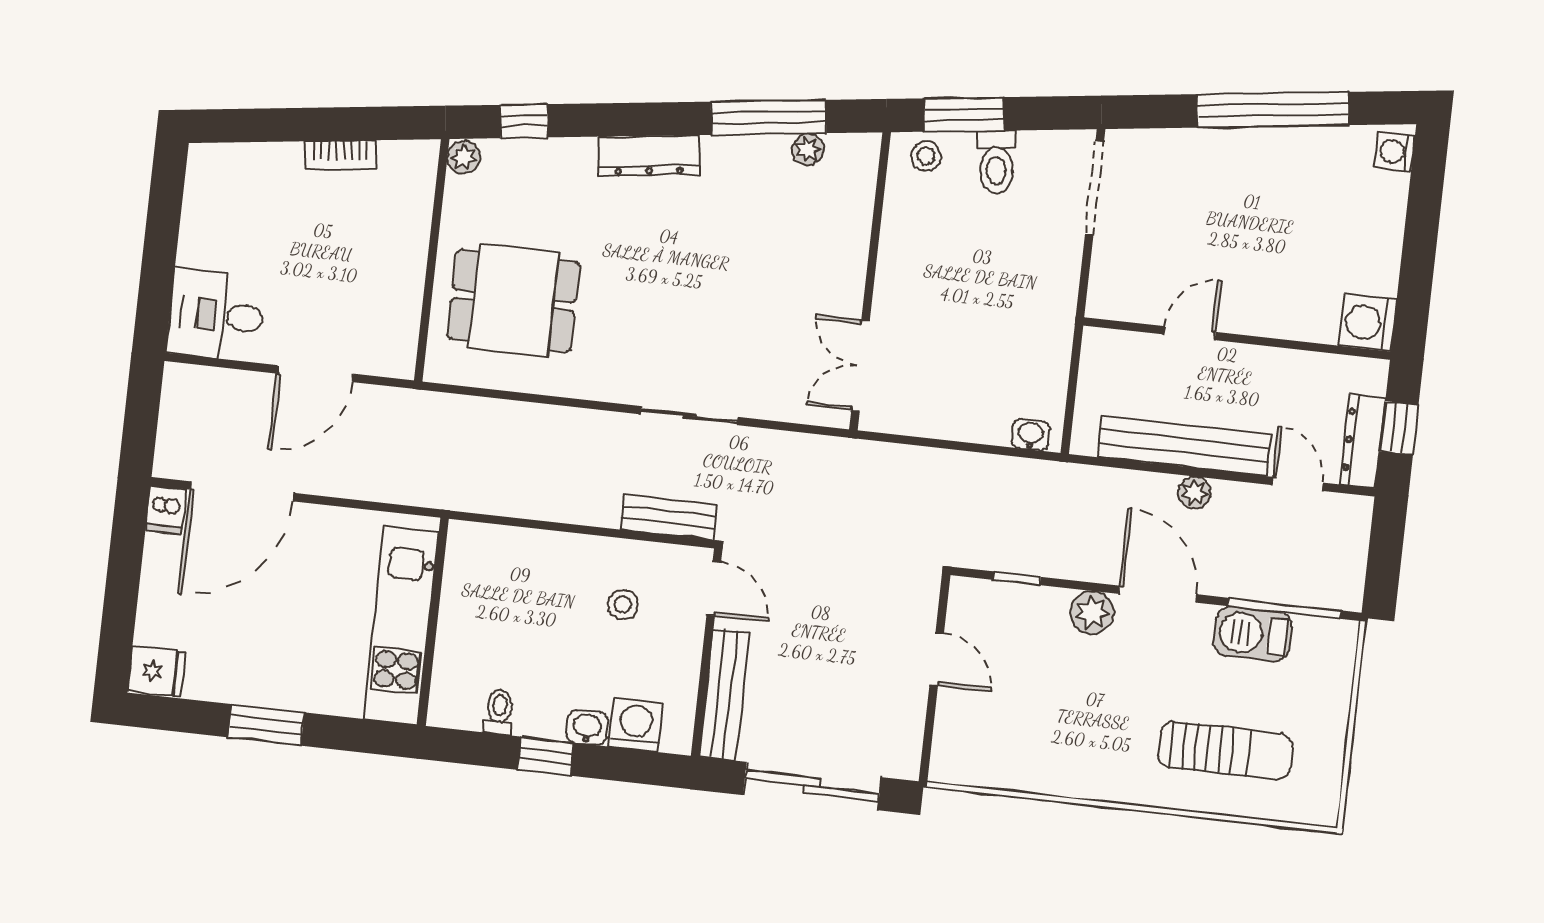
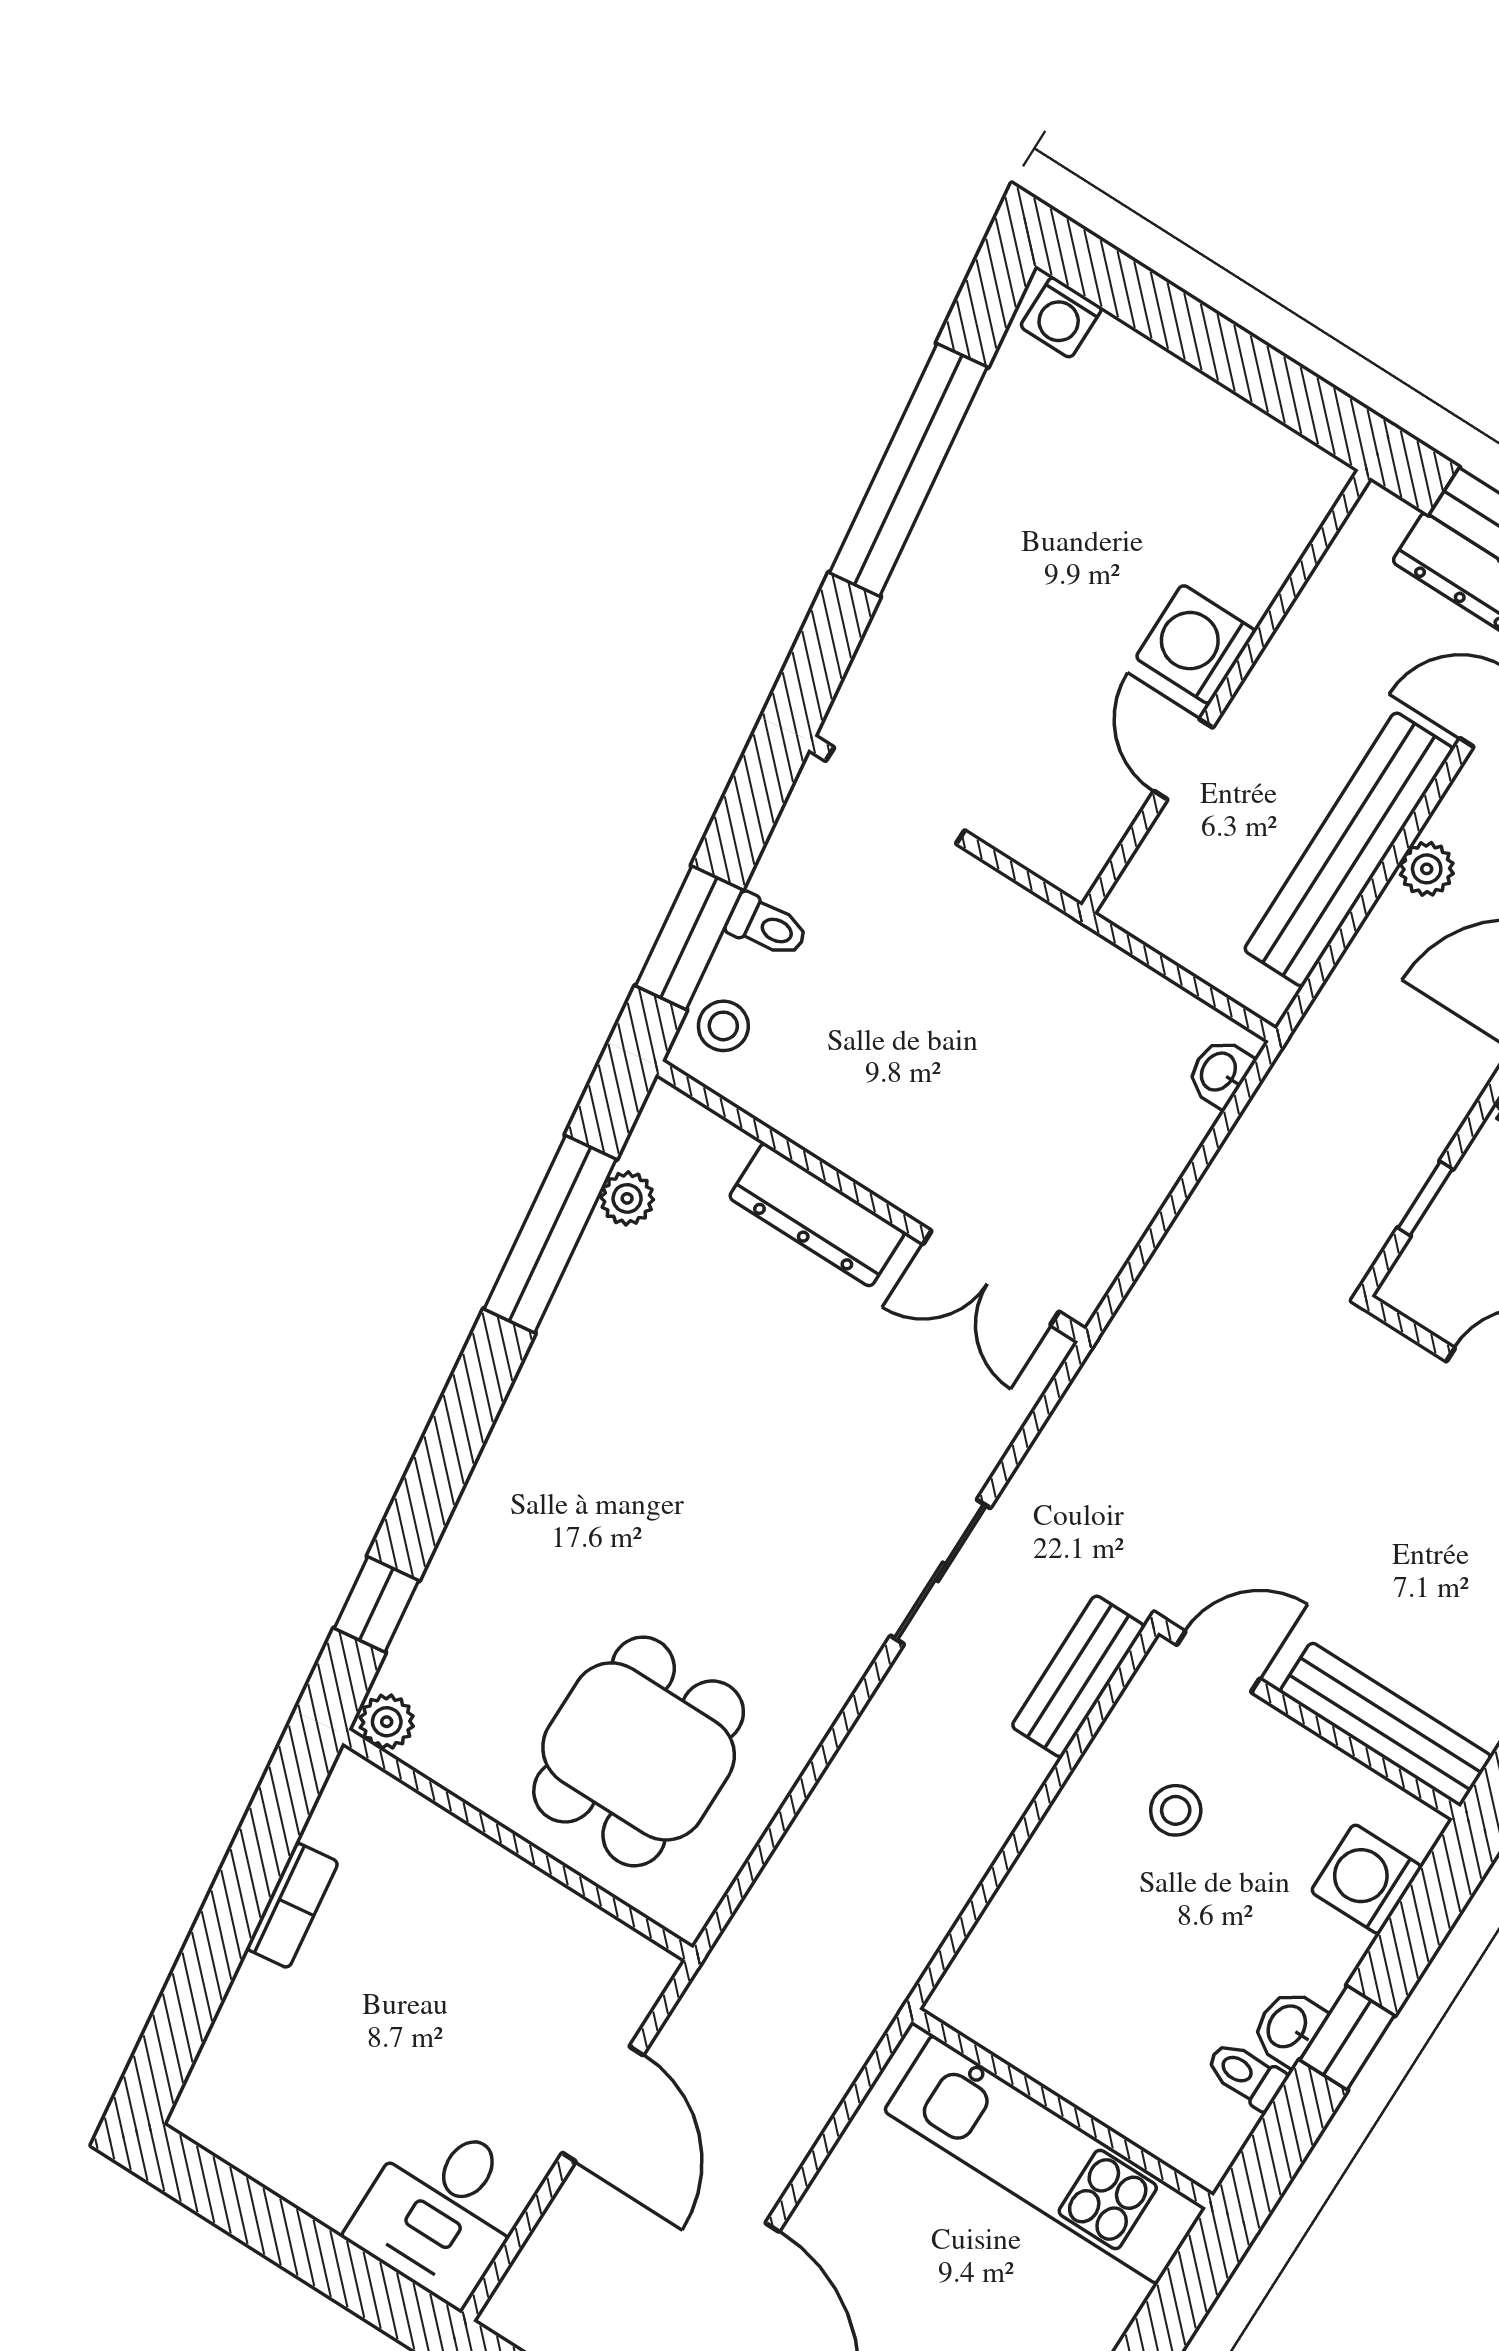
dresser: (649, 156) -> (817, 1215), moved, turned 97
toilet: (996, 162) -> (767, 926), width x0.73, depth x0.72
washing machine: (1368, 322) -> (1196, 644), moved, turned 90
washbasin: (587, 728) -> (1288, 2027), moved

